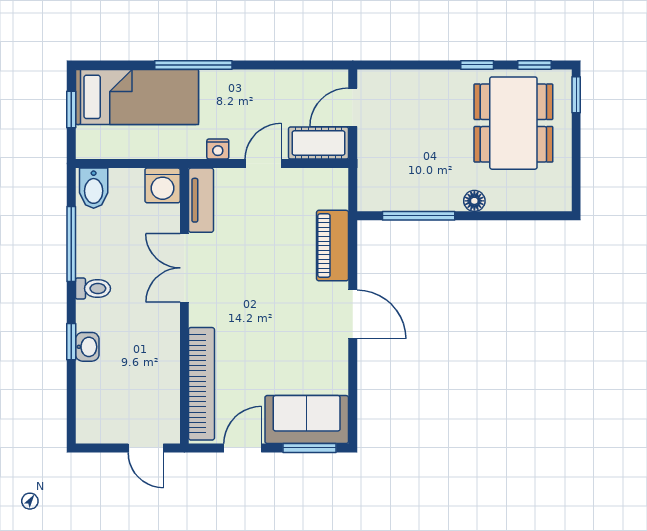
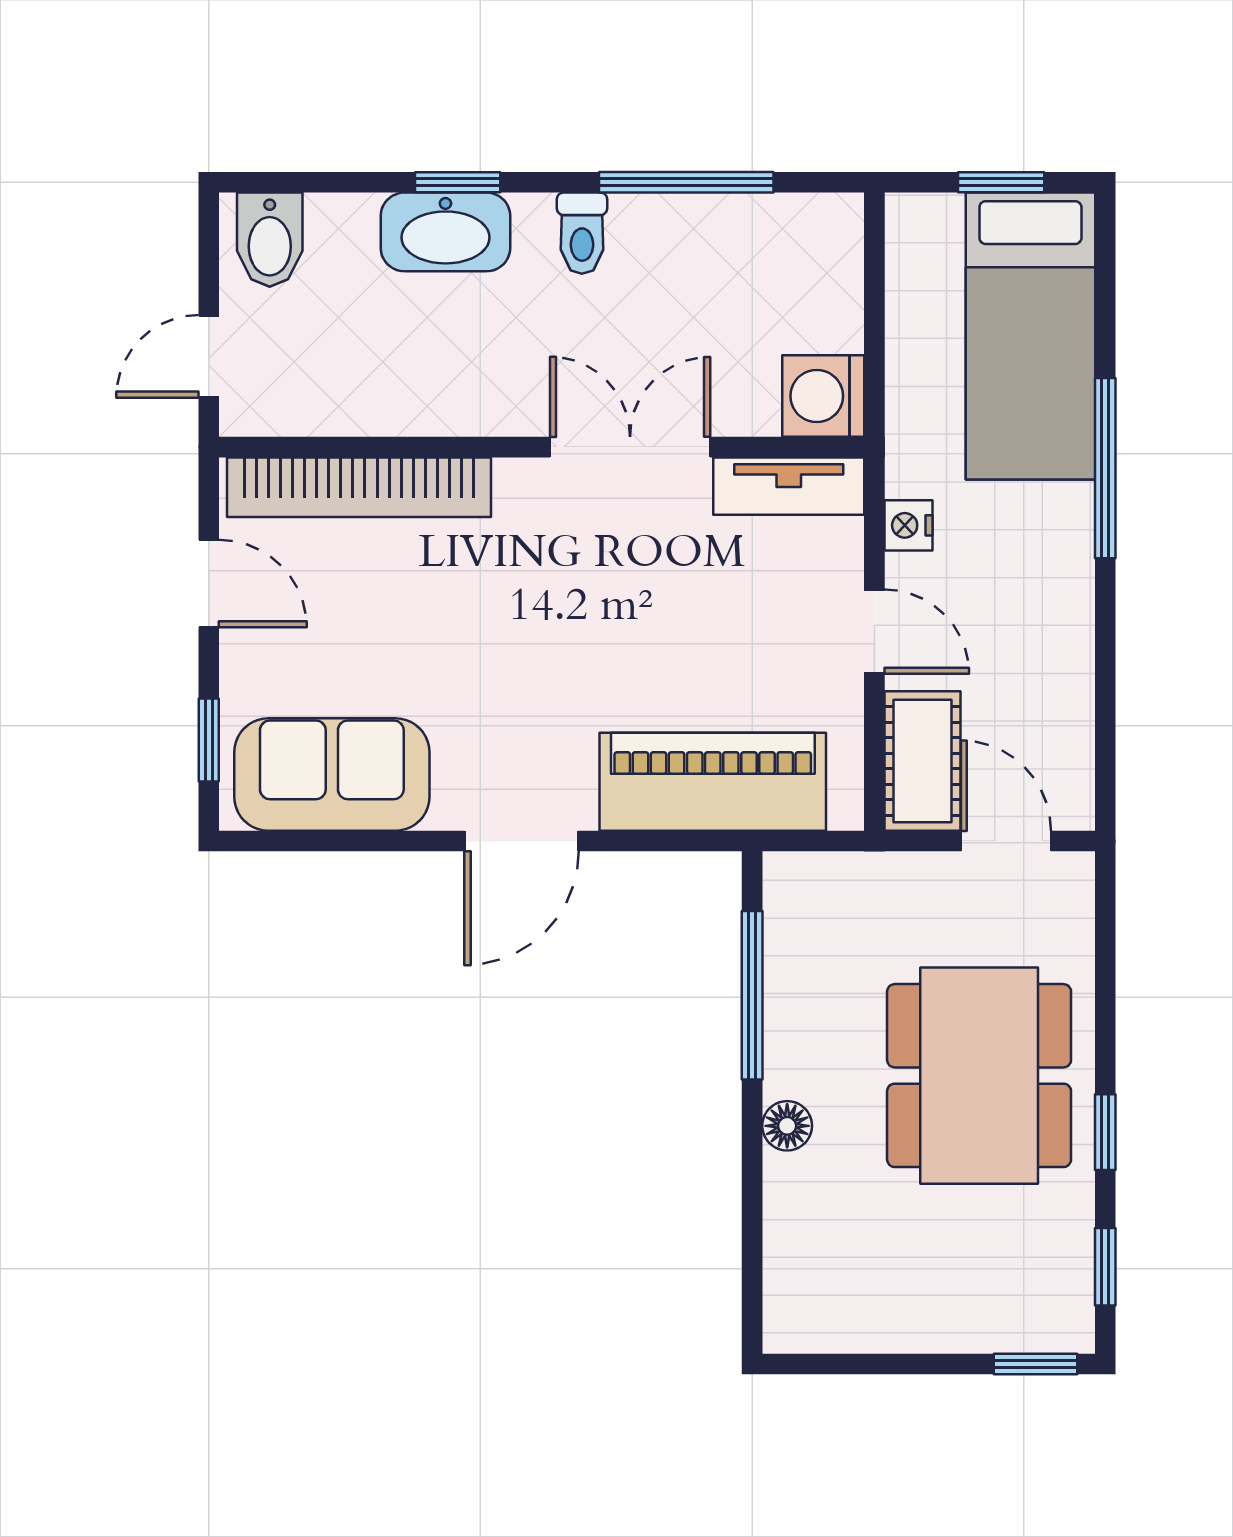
dining table: (513, 123) -> (979, 1076), moved, turned 90
bidet: (94, 188) -> (270, 240), moved, turned -90
piano: (333, 246) -> (713, 782), width x1.37, depth x1.33
washbasin: (87, 347) -> (445, 232), width x1.91, depth x1.45
sofa: (307, 420) -> (332, 774), moved, turned -90
window: (309, 448) -> (209, 740), width x0.67

